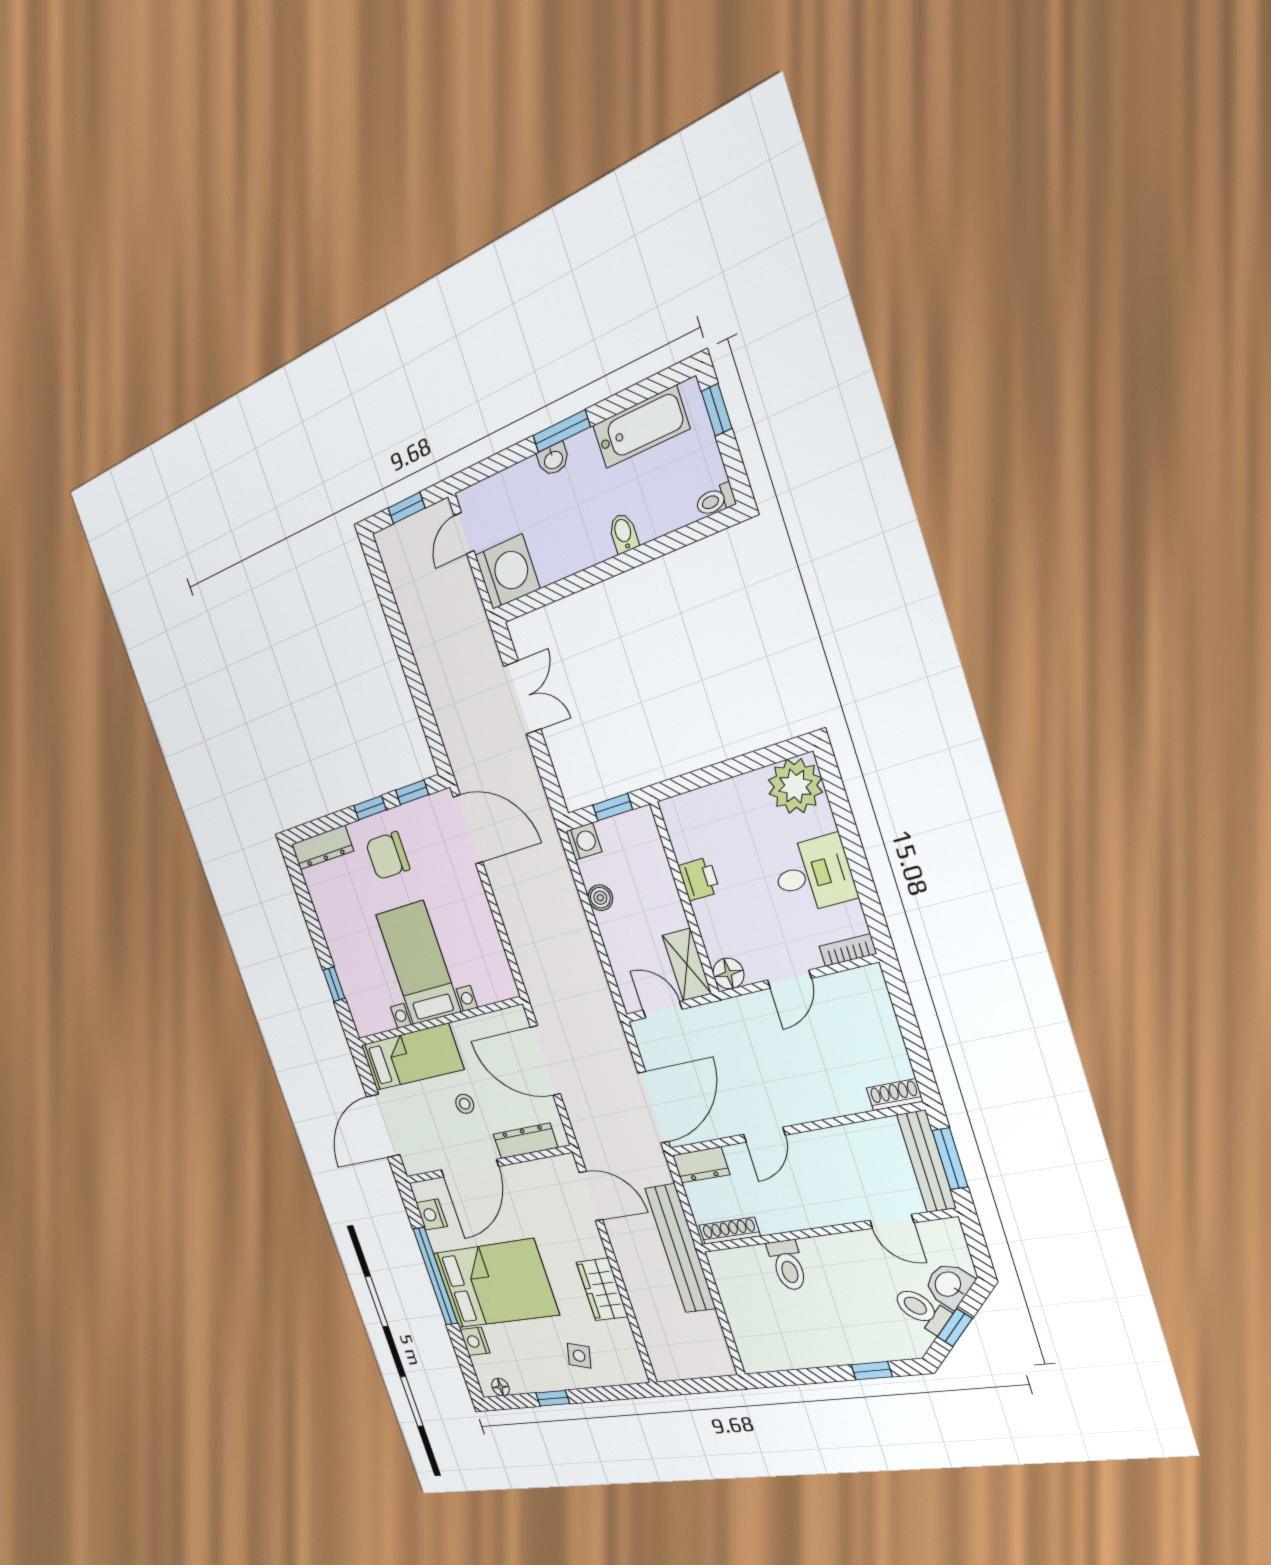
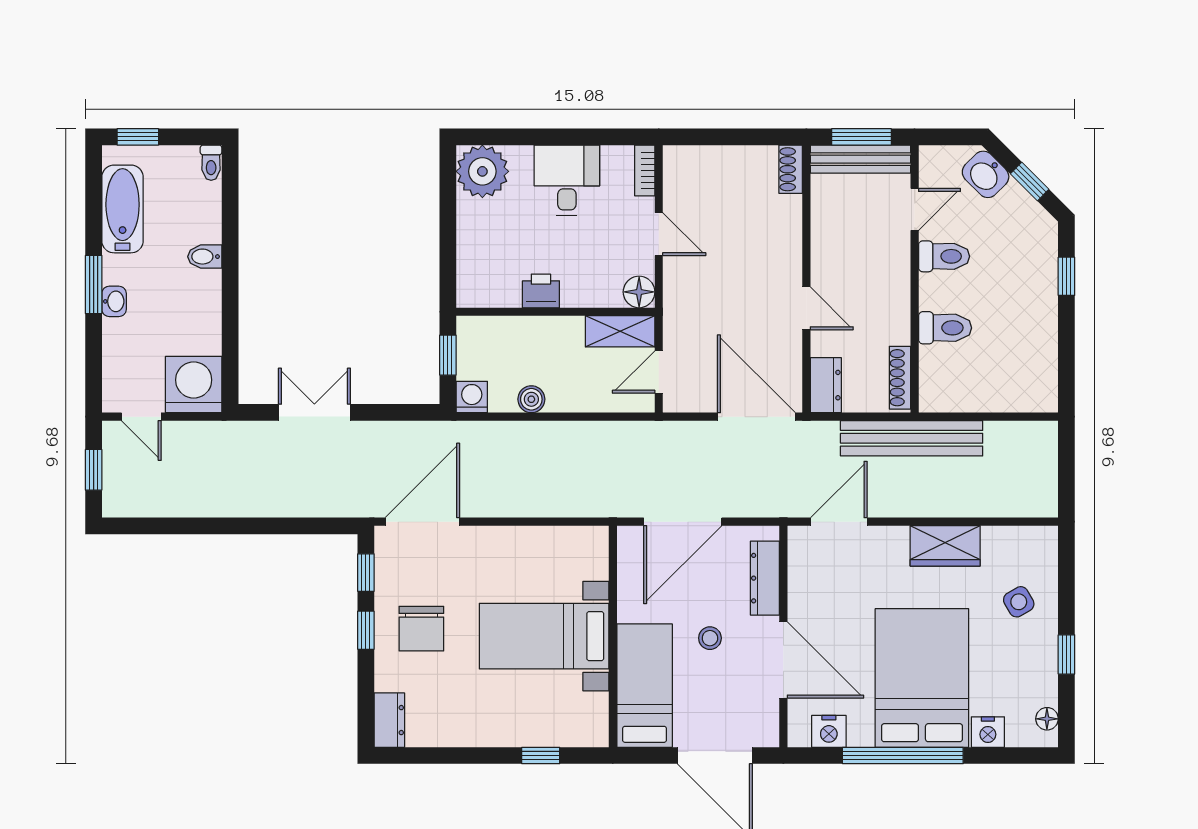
dresser: (322, 848) -> (389, 720), width x0.70
toilet: (922, 1310) -> (944, 256), moved, turned -135
side table: (579, 1356) -> (1019, 602), turned 45

